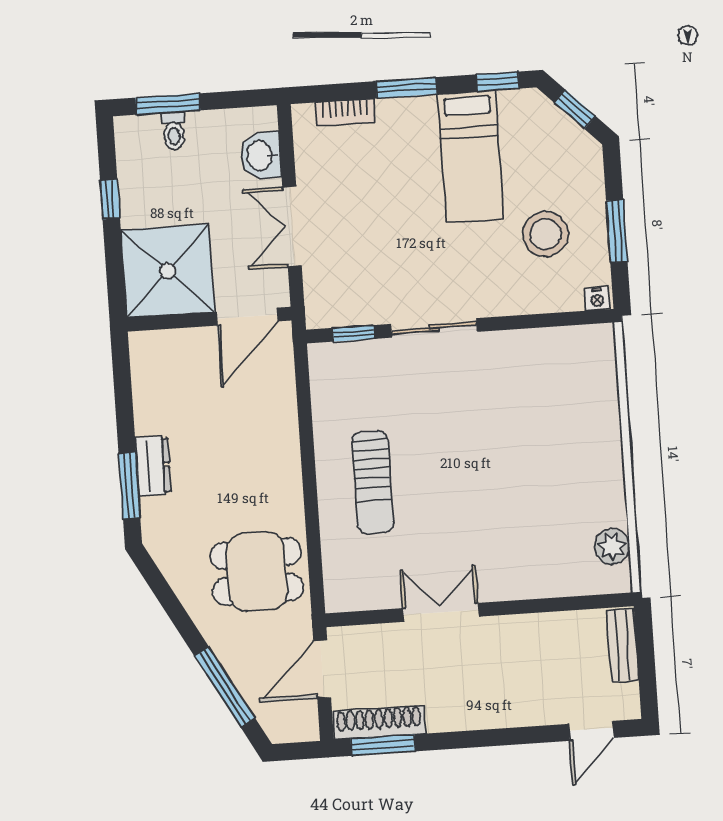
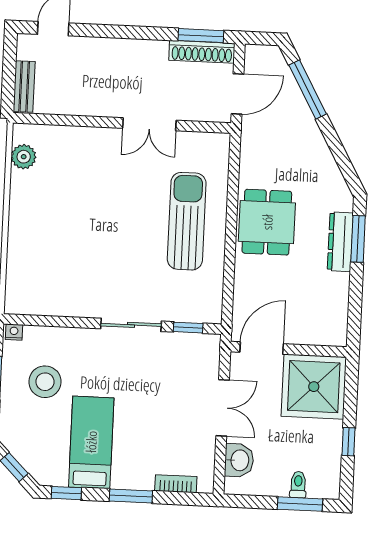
dresser: (153, 466) -> (340, 242), width x1.44
sun lounger: (373, 482) -> (187, 221), width x1.36, depth x1.34
dining table: (257, 572) -> (267, 222), moved, turned 90

